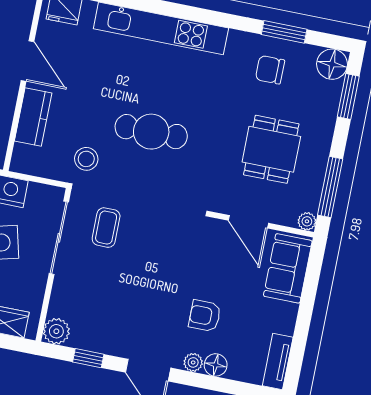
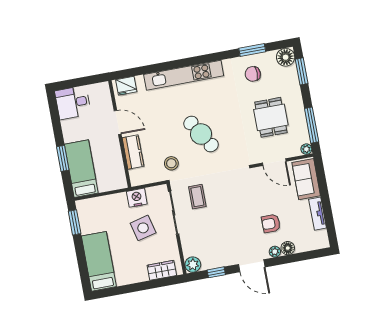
cafe table: (151, 132) -> (201, 134), turned 58
tv unit: (278, 362) -> (318, 214), moved

